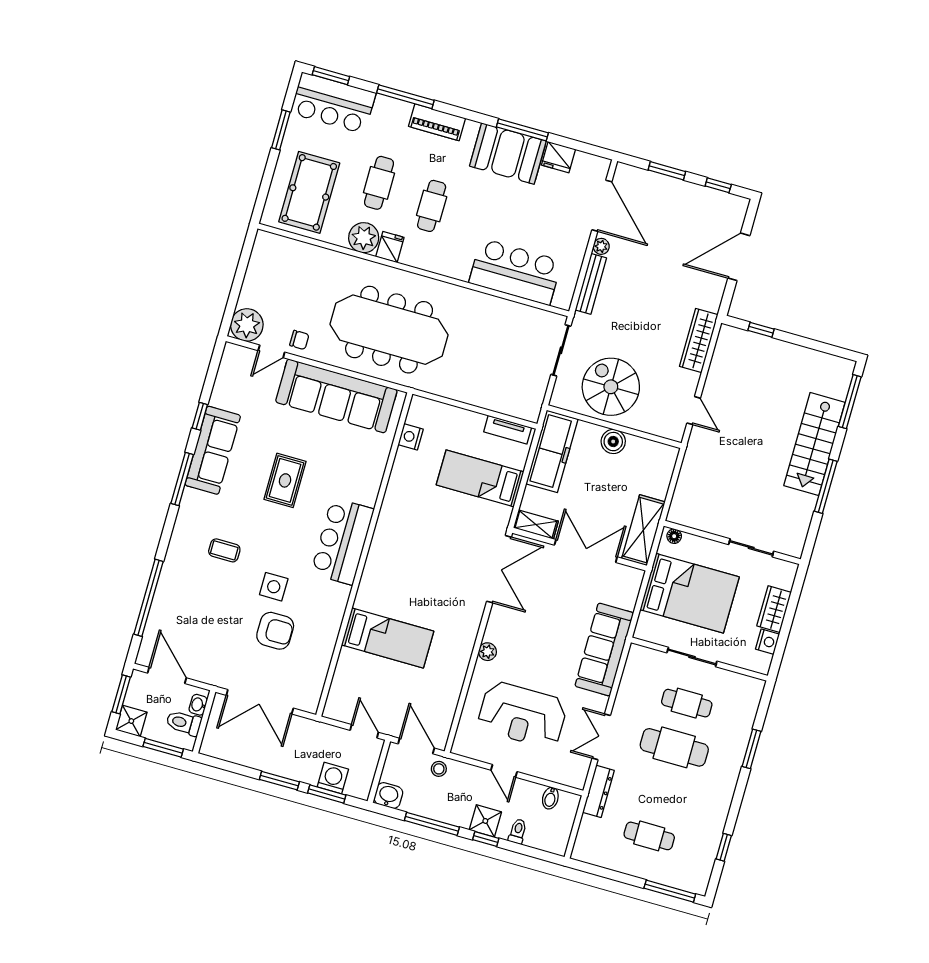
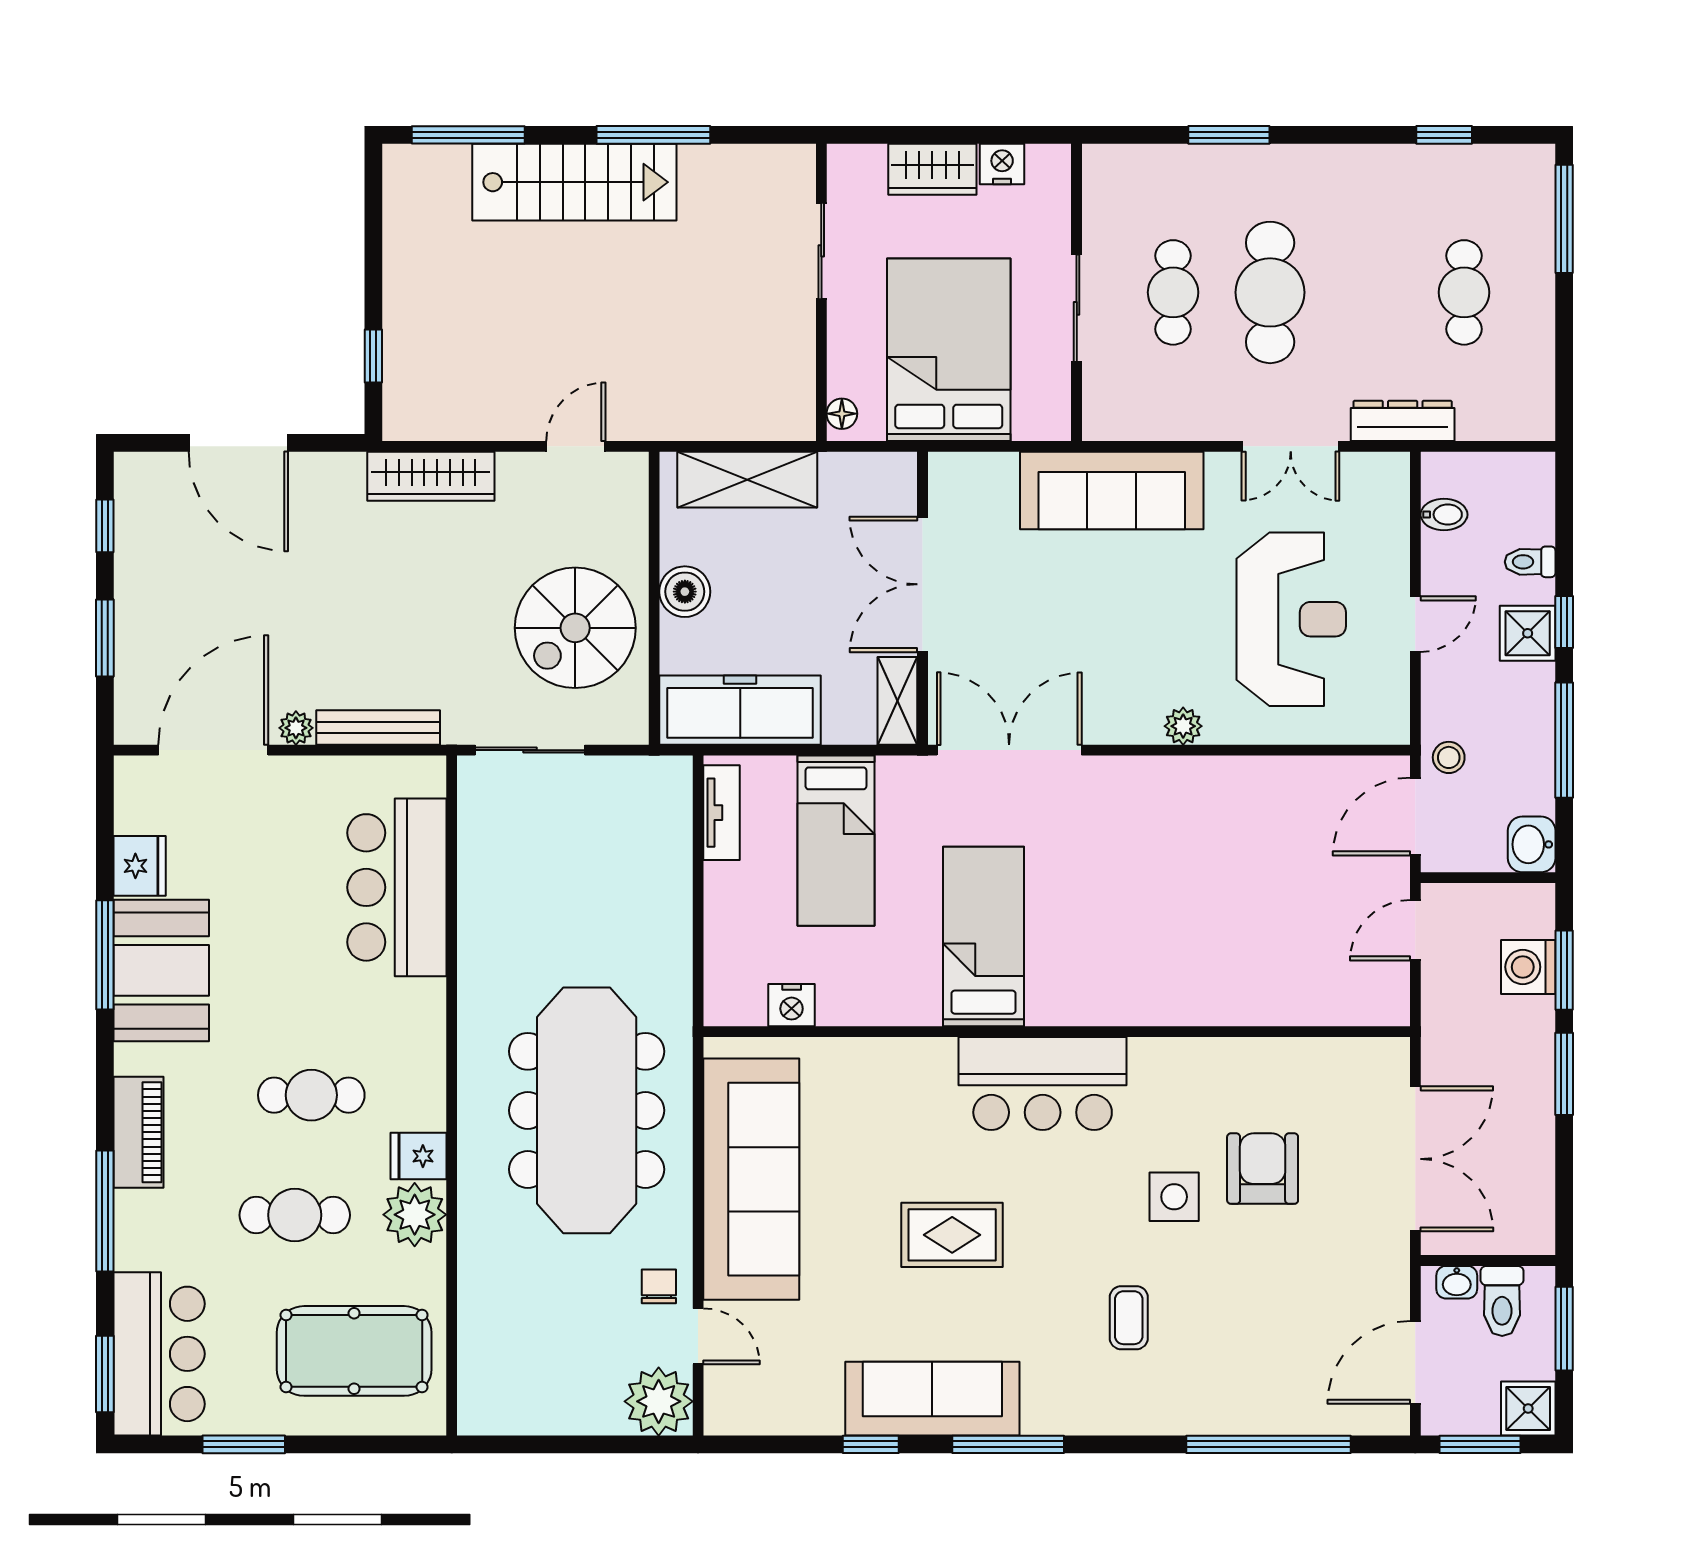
shelving: (643, 530) -> (747, 480), moved
bed: (388, 638) -> (983, 937), moved

